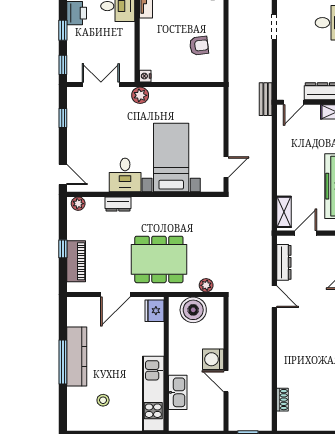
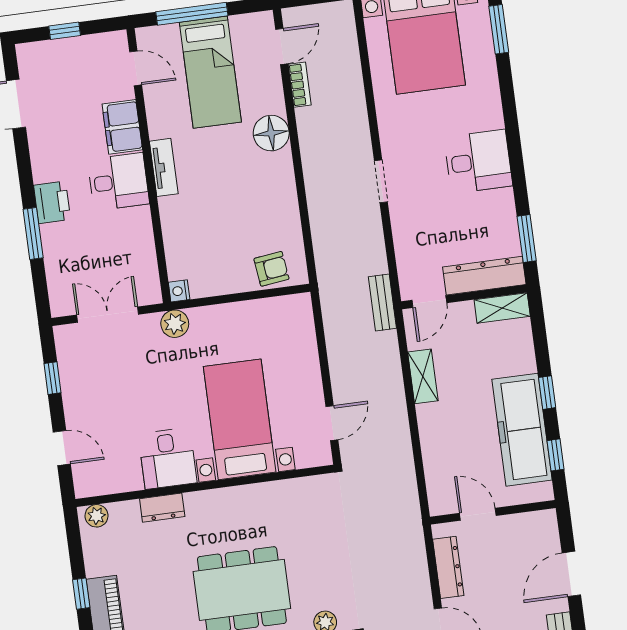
window: (63, 30) -> (33, 233), width x1.50
armchair: (199, 46) -> (271, 269), moved
window: (63, 65) -> (41, 291), removed
door: (63, 175) -> (62, 448), moved
shelving: (284, 212) -> (423, 376), moved
door: (306, 233) -> (478, 514), hinge flipped

